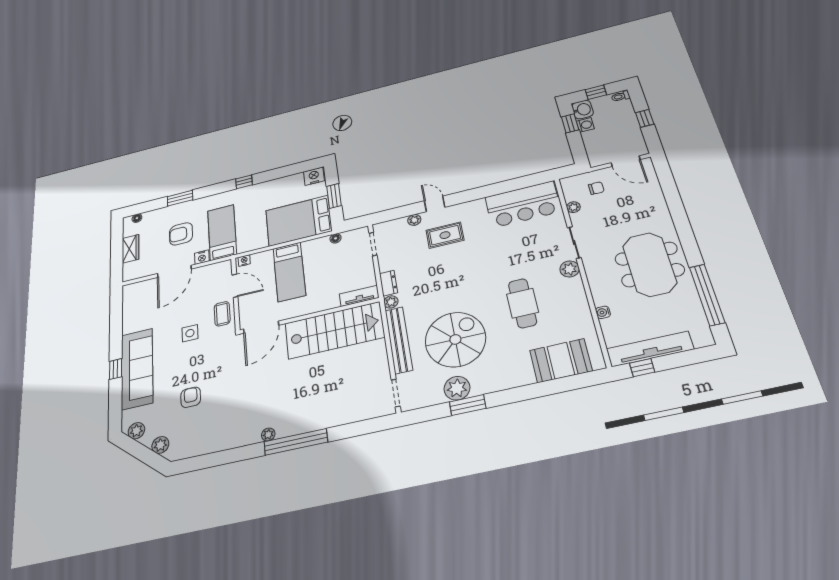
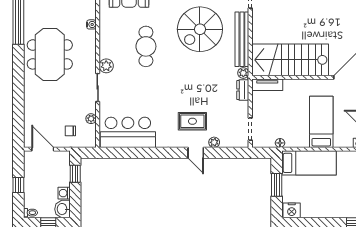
window: (570, 123) -> (75, 174), moved
bed: (299, 221) -> (309, 163), width x0.67

